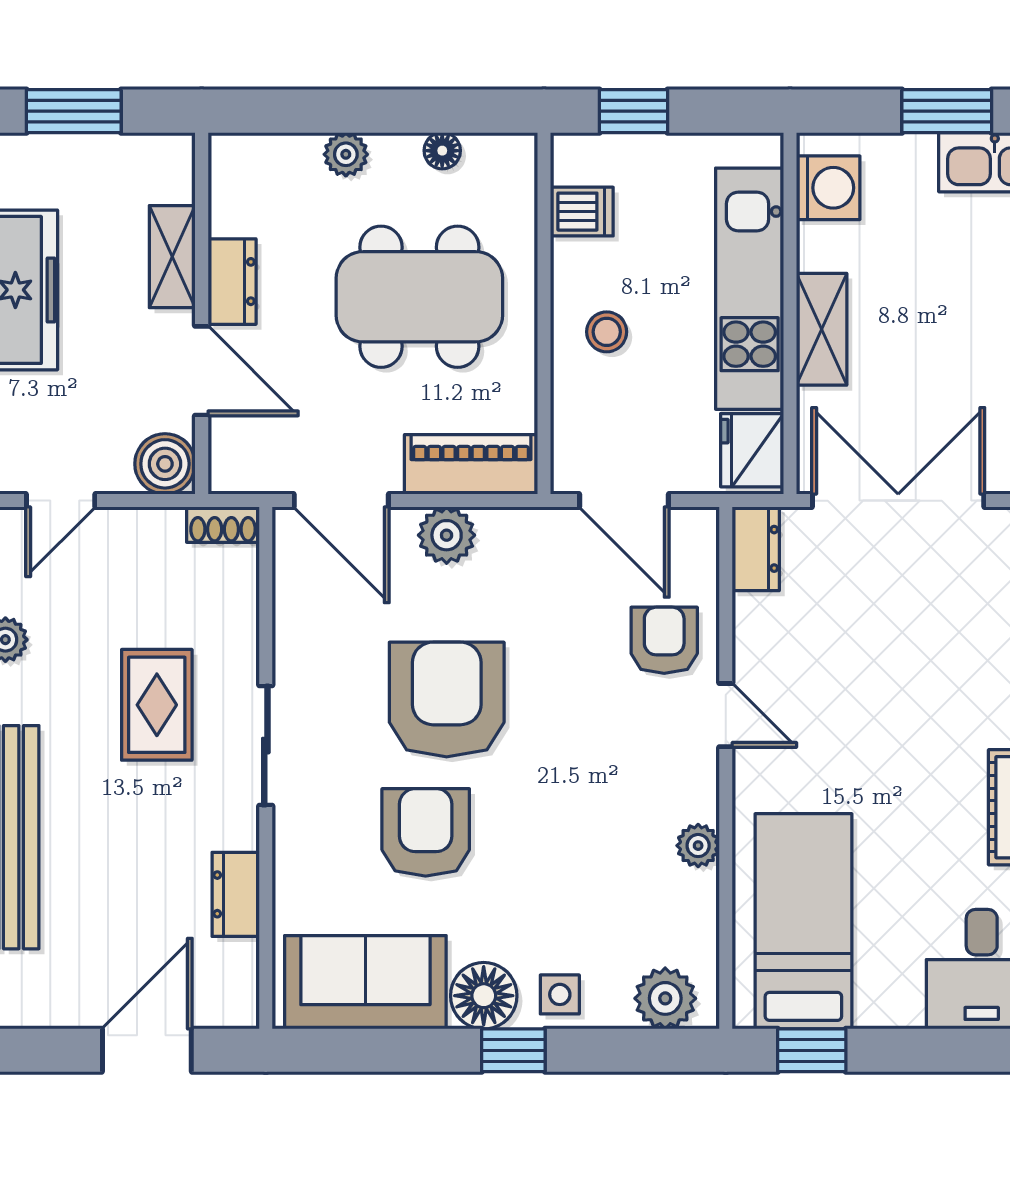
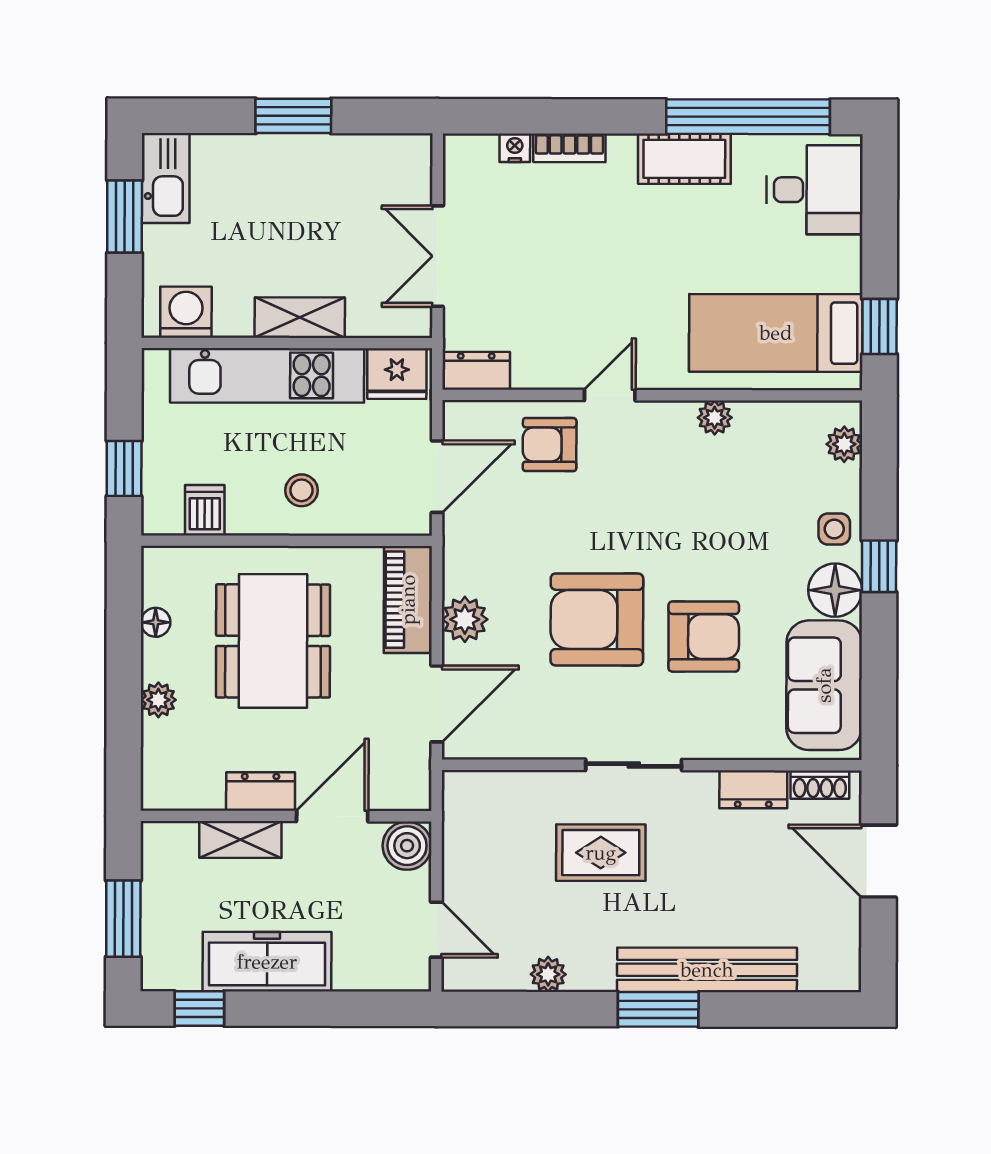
double door: (898, 501) -> (438, 256), width x0.73
shoe rack: (223, 525) -> (820, 785), moved, turned 90
armchair: (426, 832) -> (704, 637), turned 180
plant: (665, 998) -> (844, 444), width x0.73, depth x0.73

